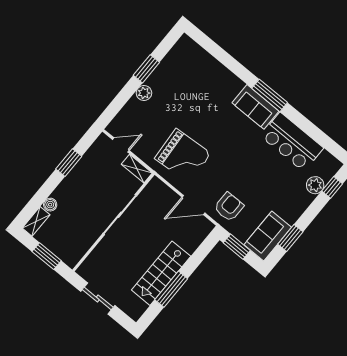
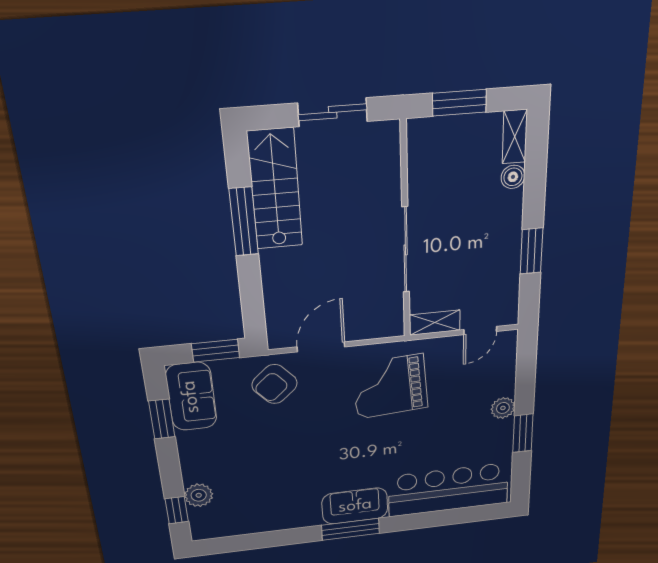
bar counter: (292, 142) -> (449, 490), moved, width x1.36
armchair: (229, 207) -> (275, 384), turned 48
stairs: (161, 273) -> (275, 190), moved

